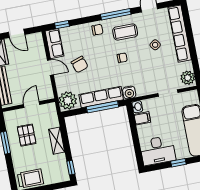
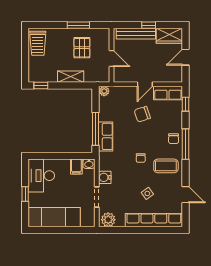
window: (116, 14) -> (185, 144), moved
coffee table: (125, 32) -> (166, 166), turned 90
water cooler: (129, 92) -> (105, 177), moved
row of seats: (101, 97) -> (106, 136), width x0.68
plant: (68, 101) -> (104, 91), width x0.53, depth x0.53
pallet: (27, 135) -> (82, 48), turned 90

